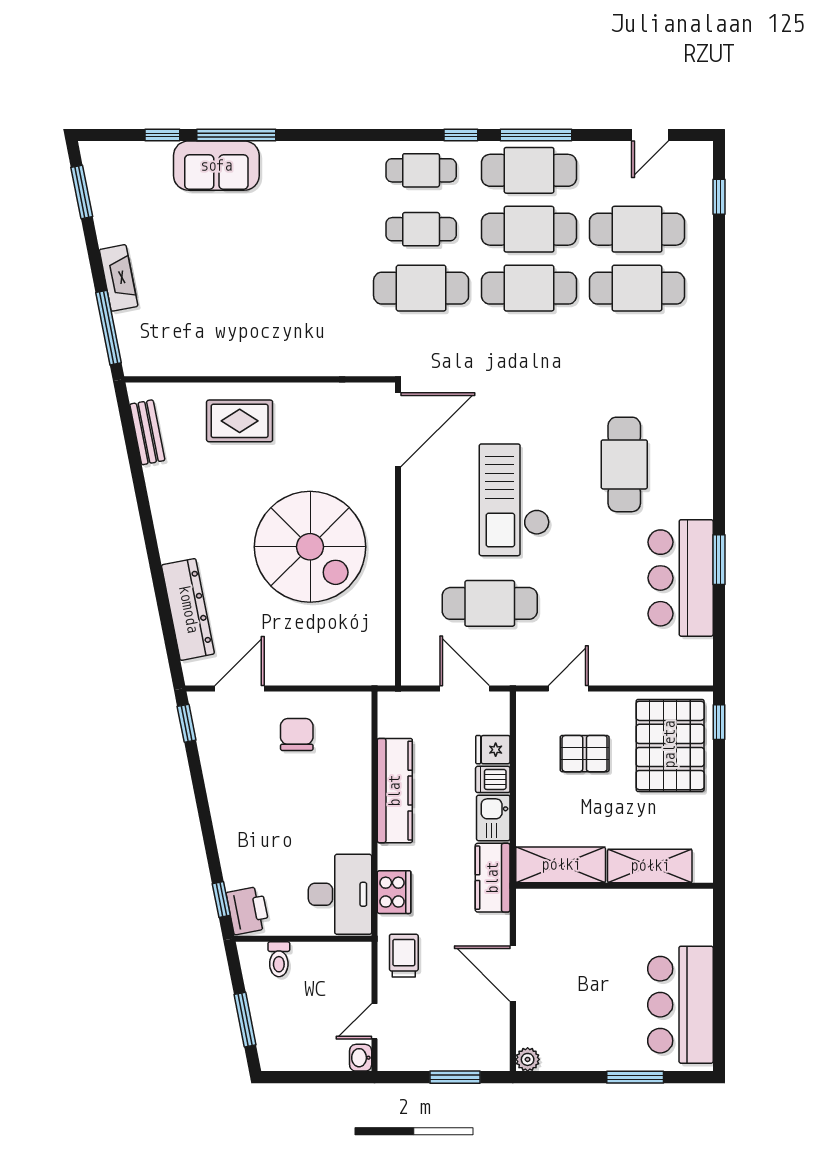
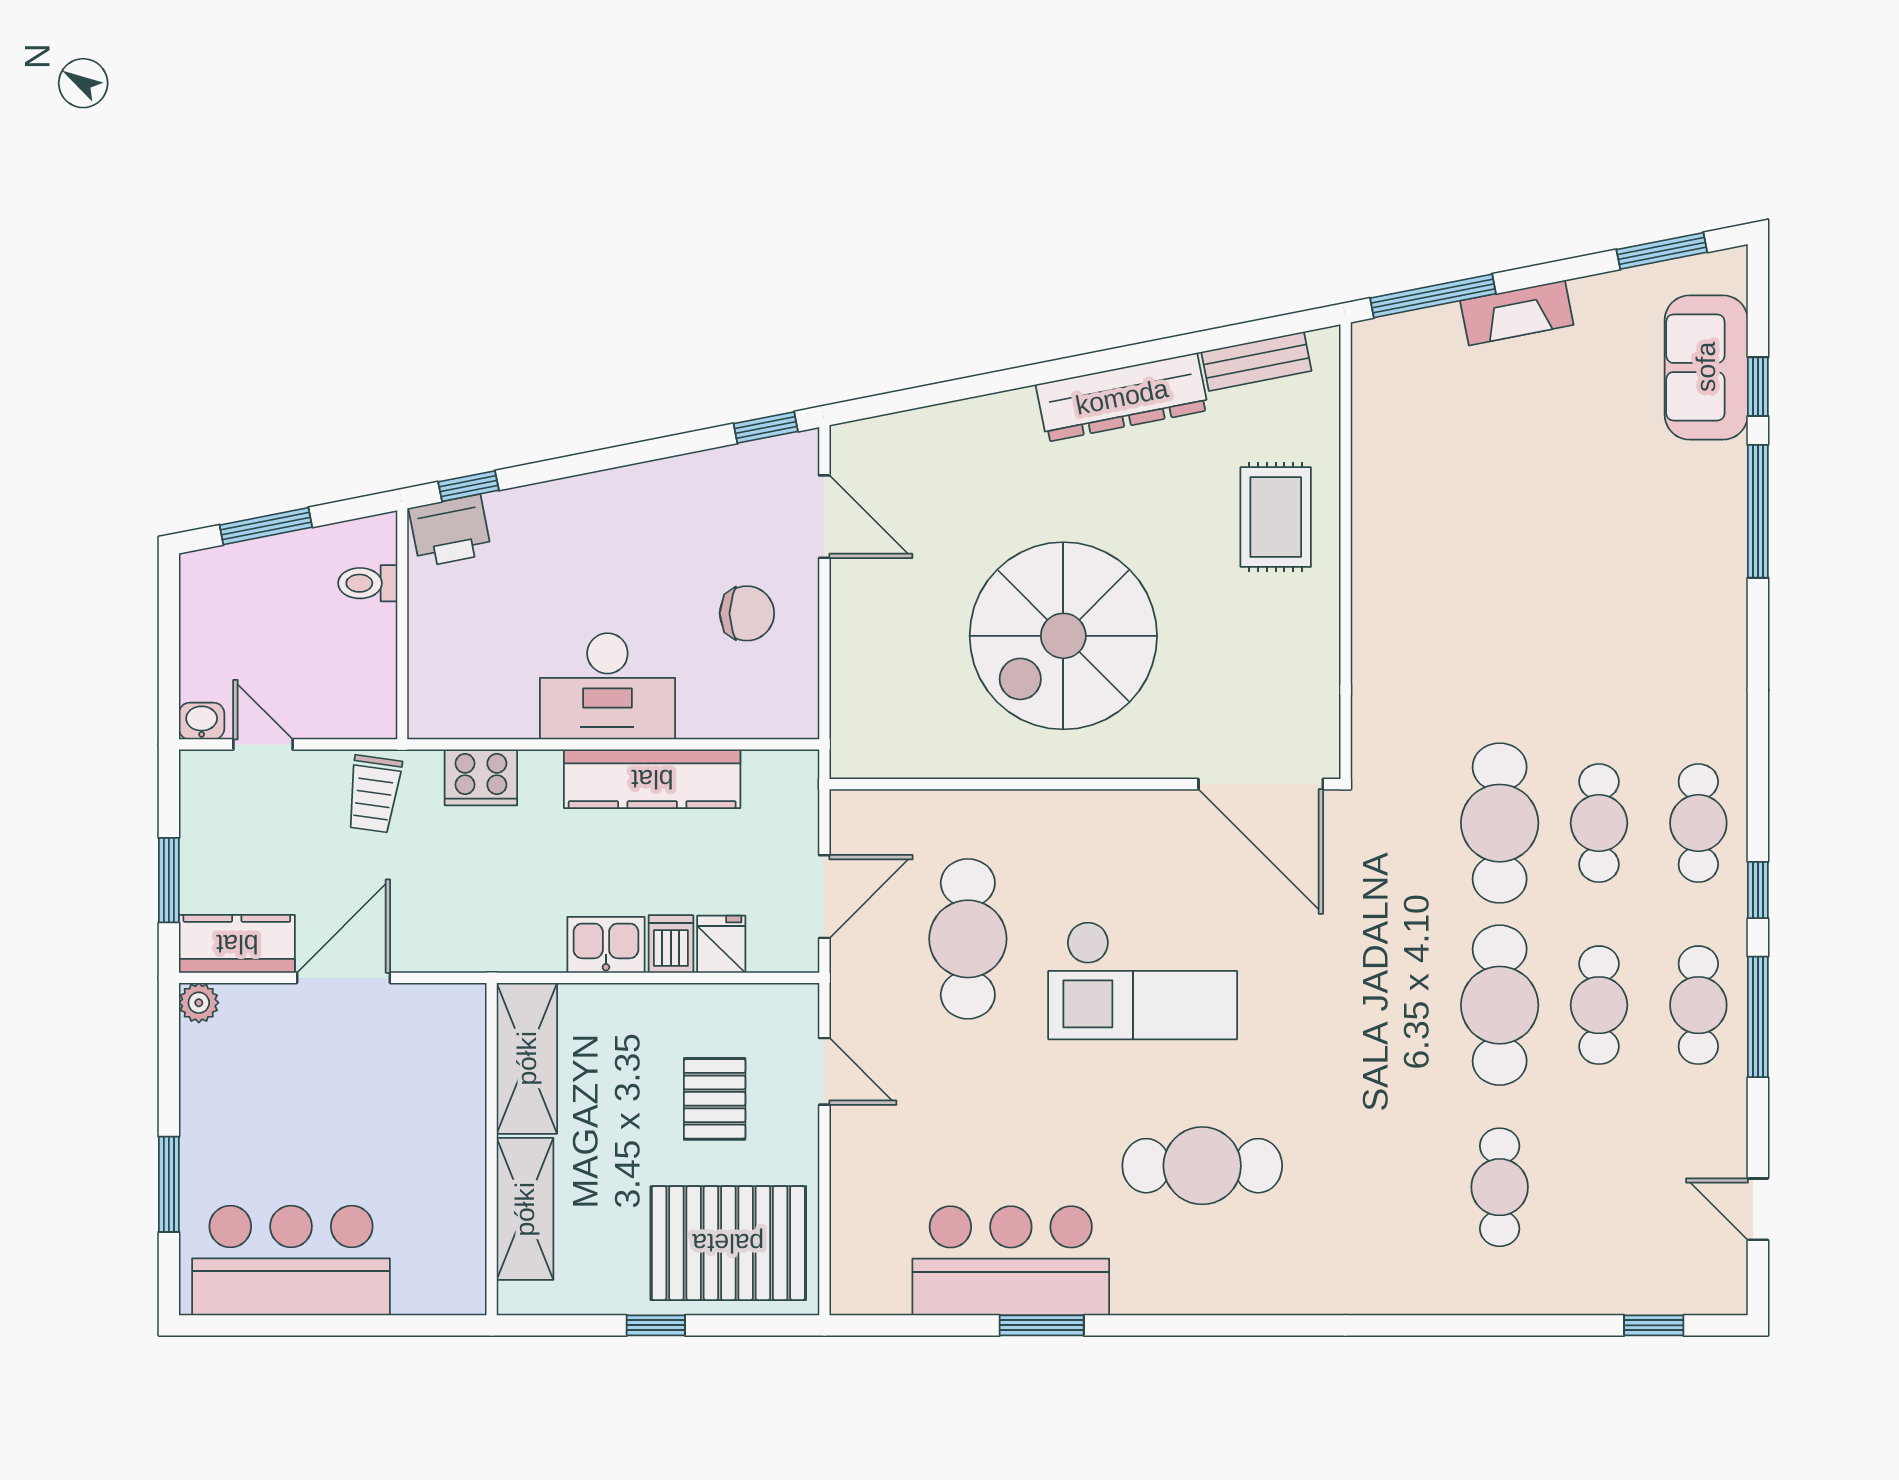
sofa: (216, 166) -> (1706, 367), moved
cafe table: (529, 170) -> (1698, 1005), width x0.73, depth x0.74
cafe table: (529, 229) -> (1599, 1005), width x0.73, depth x0.74
cafe table: (637, 229) -> (1599, 1187), removed
cafe table: (637, 288) -> (1500, 1187), width x0.73, depth x0.74
checkout: (514, 500) -> (1143, 980), turned 180
dresser: (188, 609) -> (1122, 397), moved
window: (719, 722) -> (656, 1325), moved
kitchen counter: (493, 878) -> (237, 944), moved
desk: (340, 894) -> (607, 686), moved
trolley: (404, 956) -> (374, 794), turned 98

